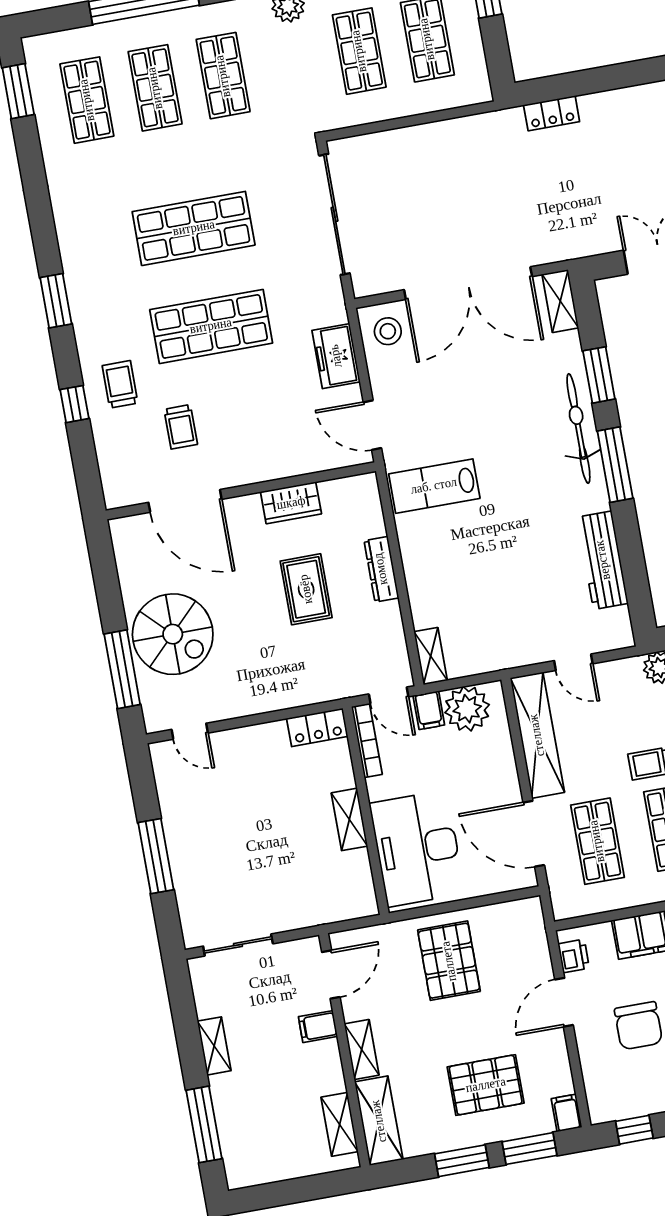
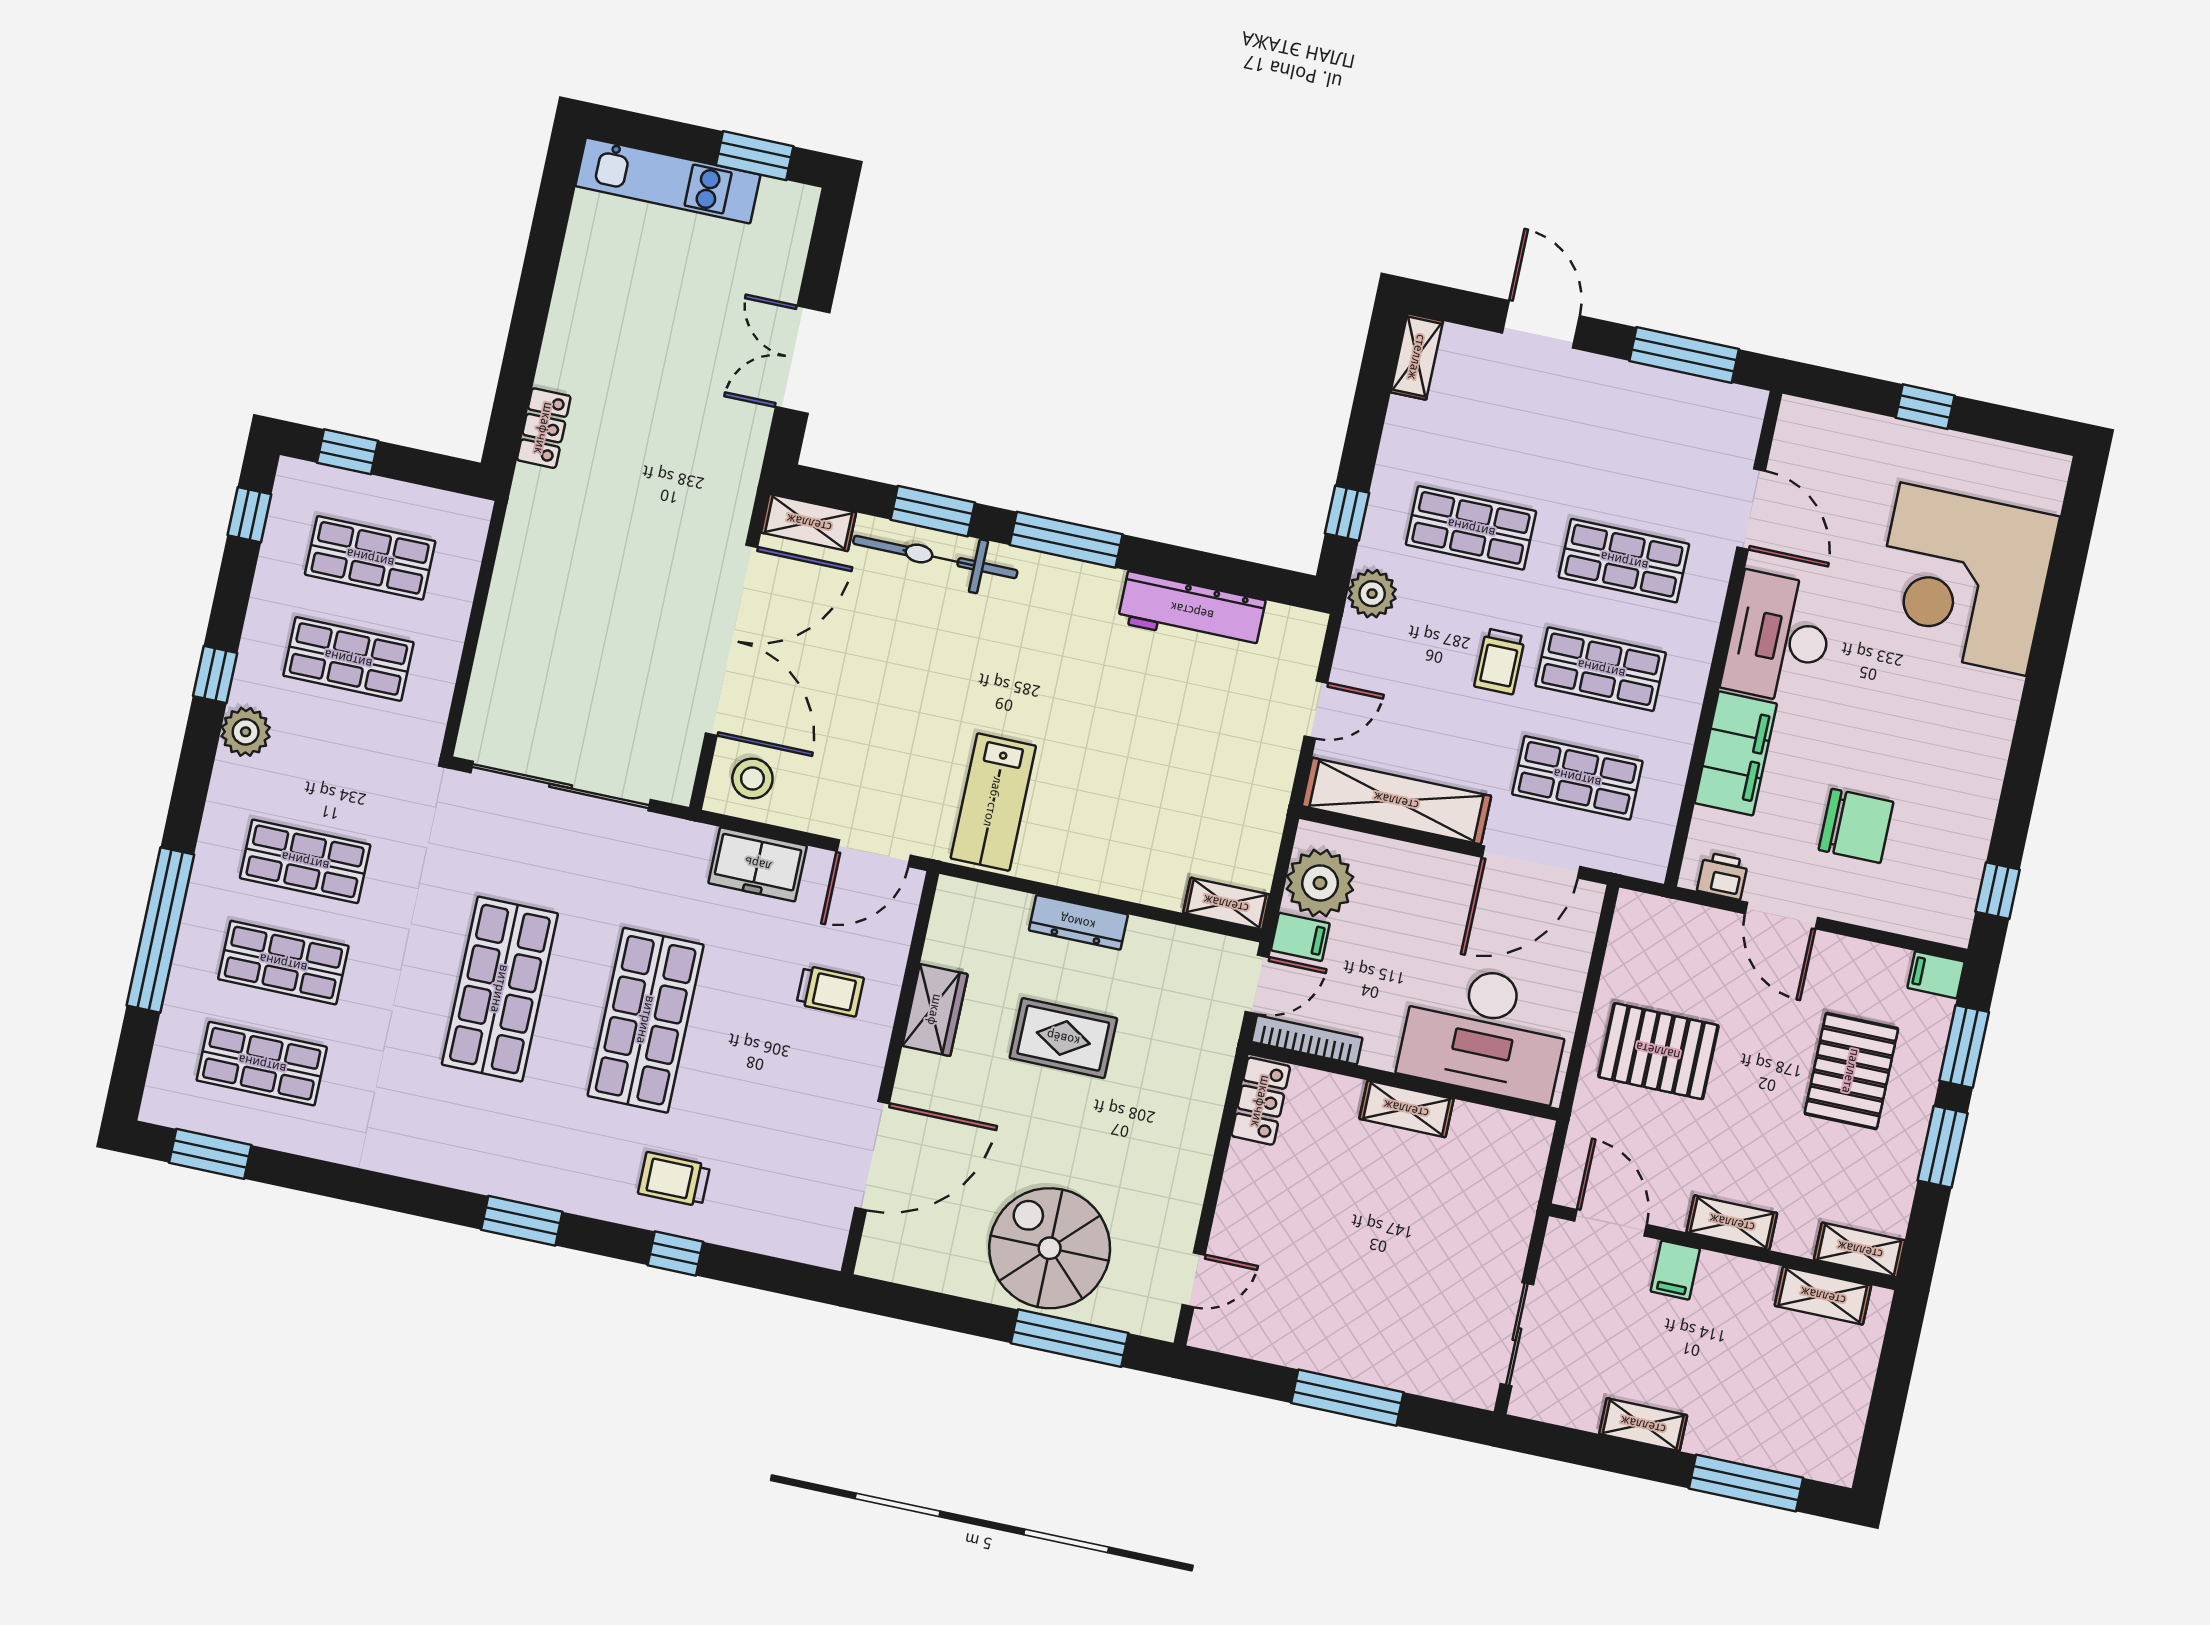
trolley: (181, 427) -> (830, 991), moved
bicycle: (578, 429) -> (935, 557), moved
spiral stairs: (173, 634) -> (1050, 1248), turned -90
shelving: (379, 1121) -> (1860, 1250), width x0.67, depth x0.75

